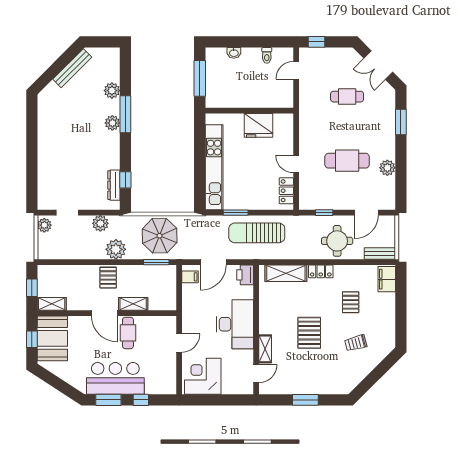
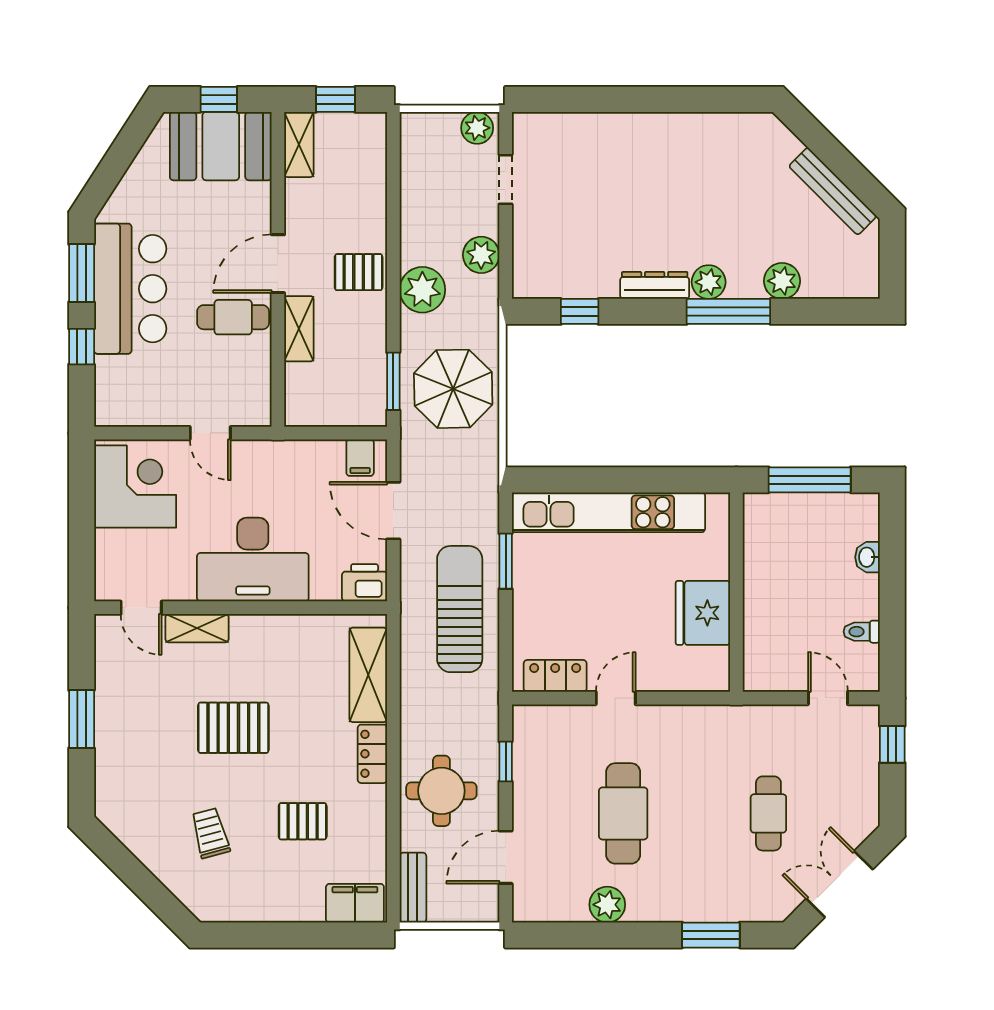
dresser: (114, 185) -> (655, 285), moved
door: (366, 213) -> (506, 857), hinge flipped

